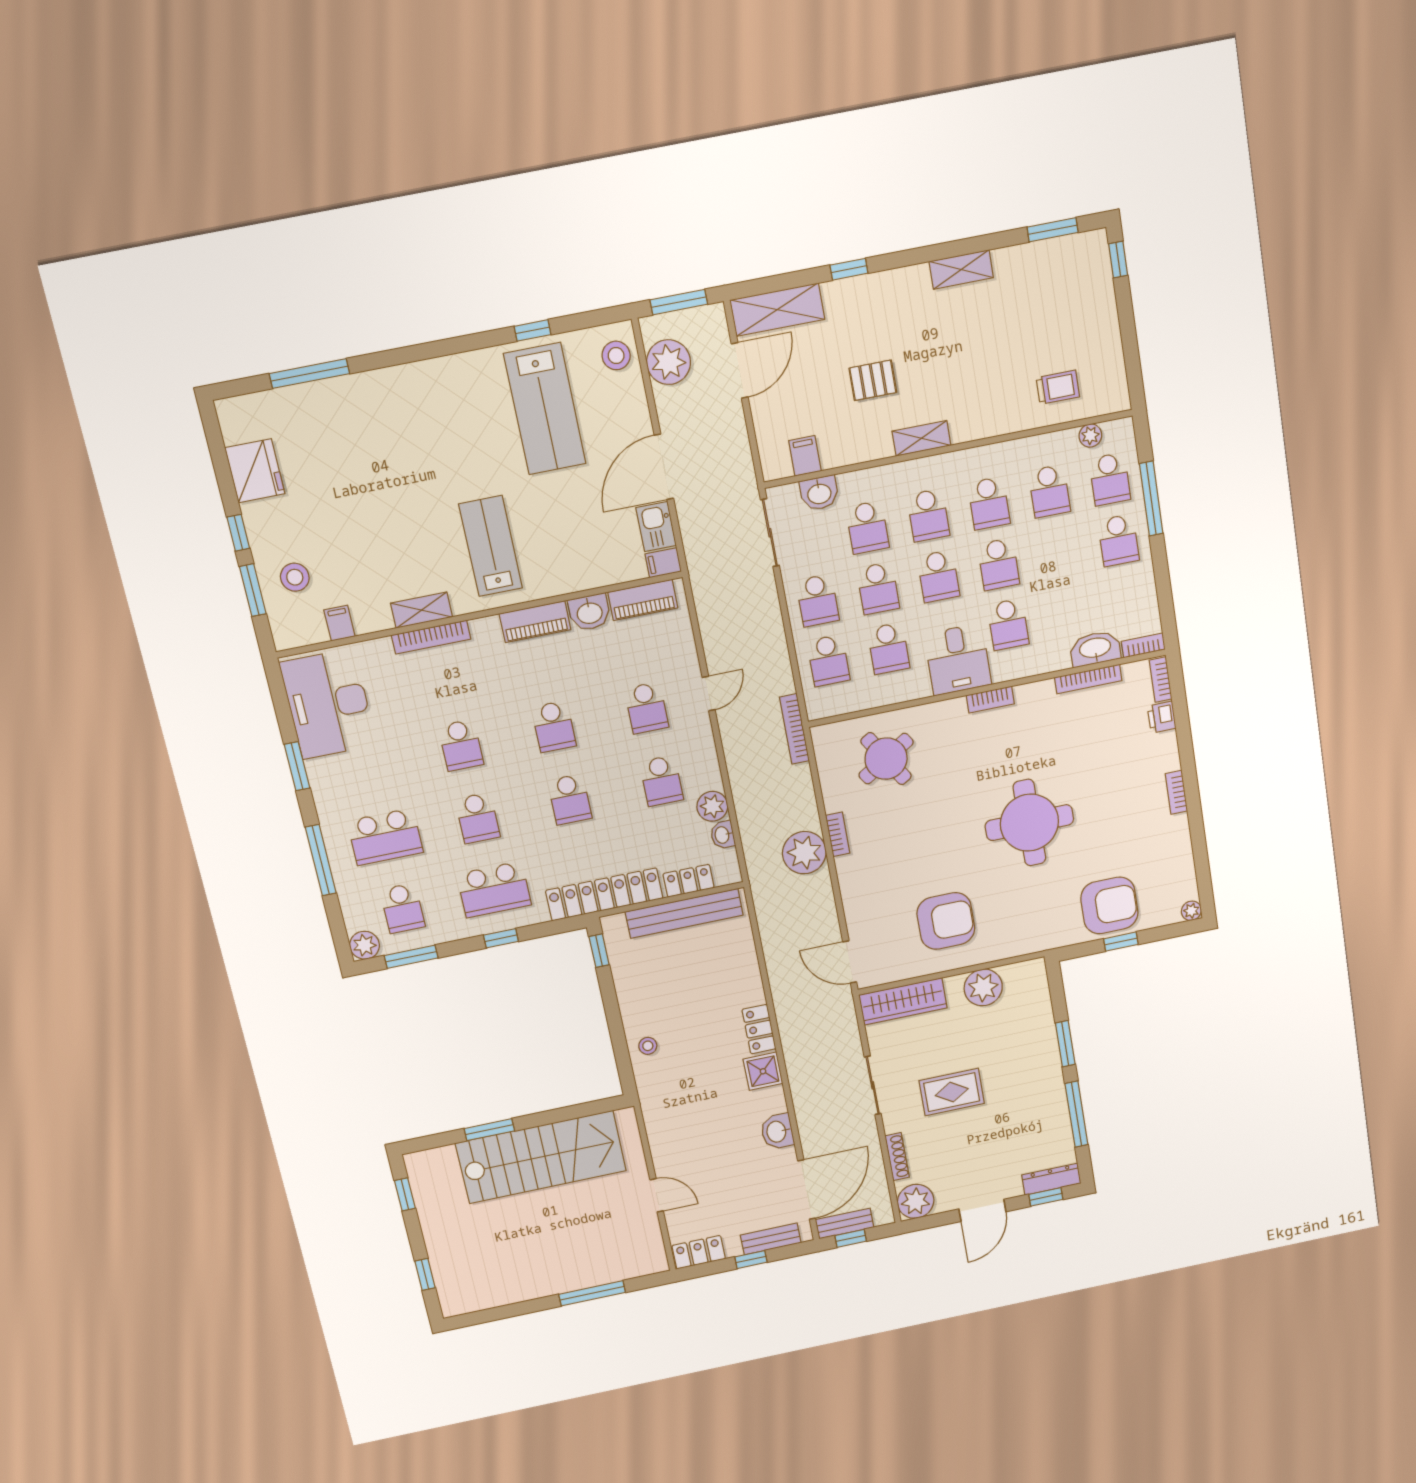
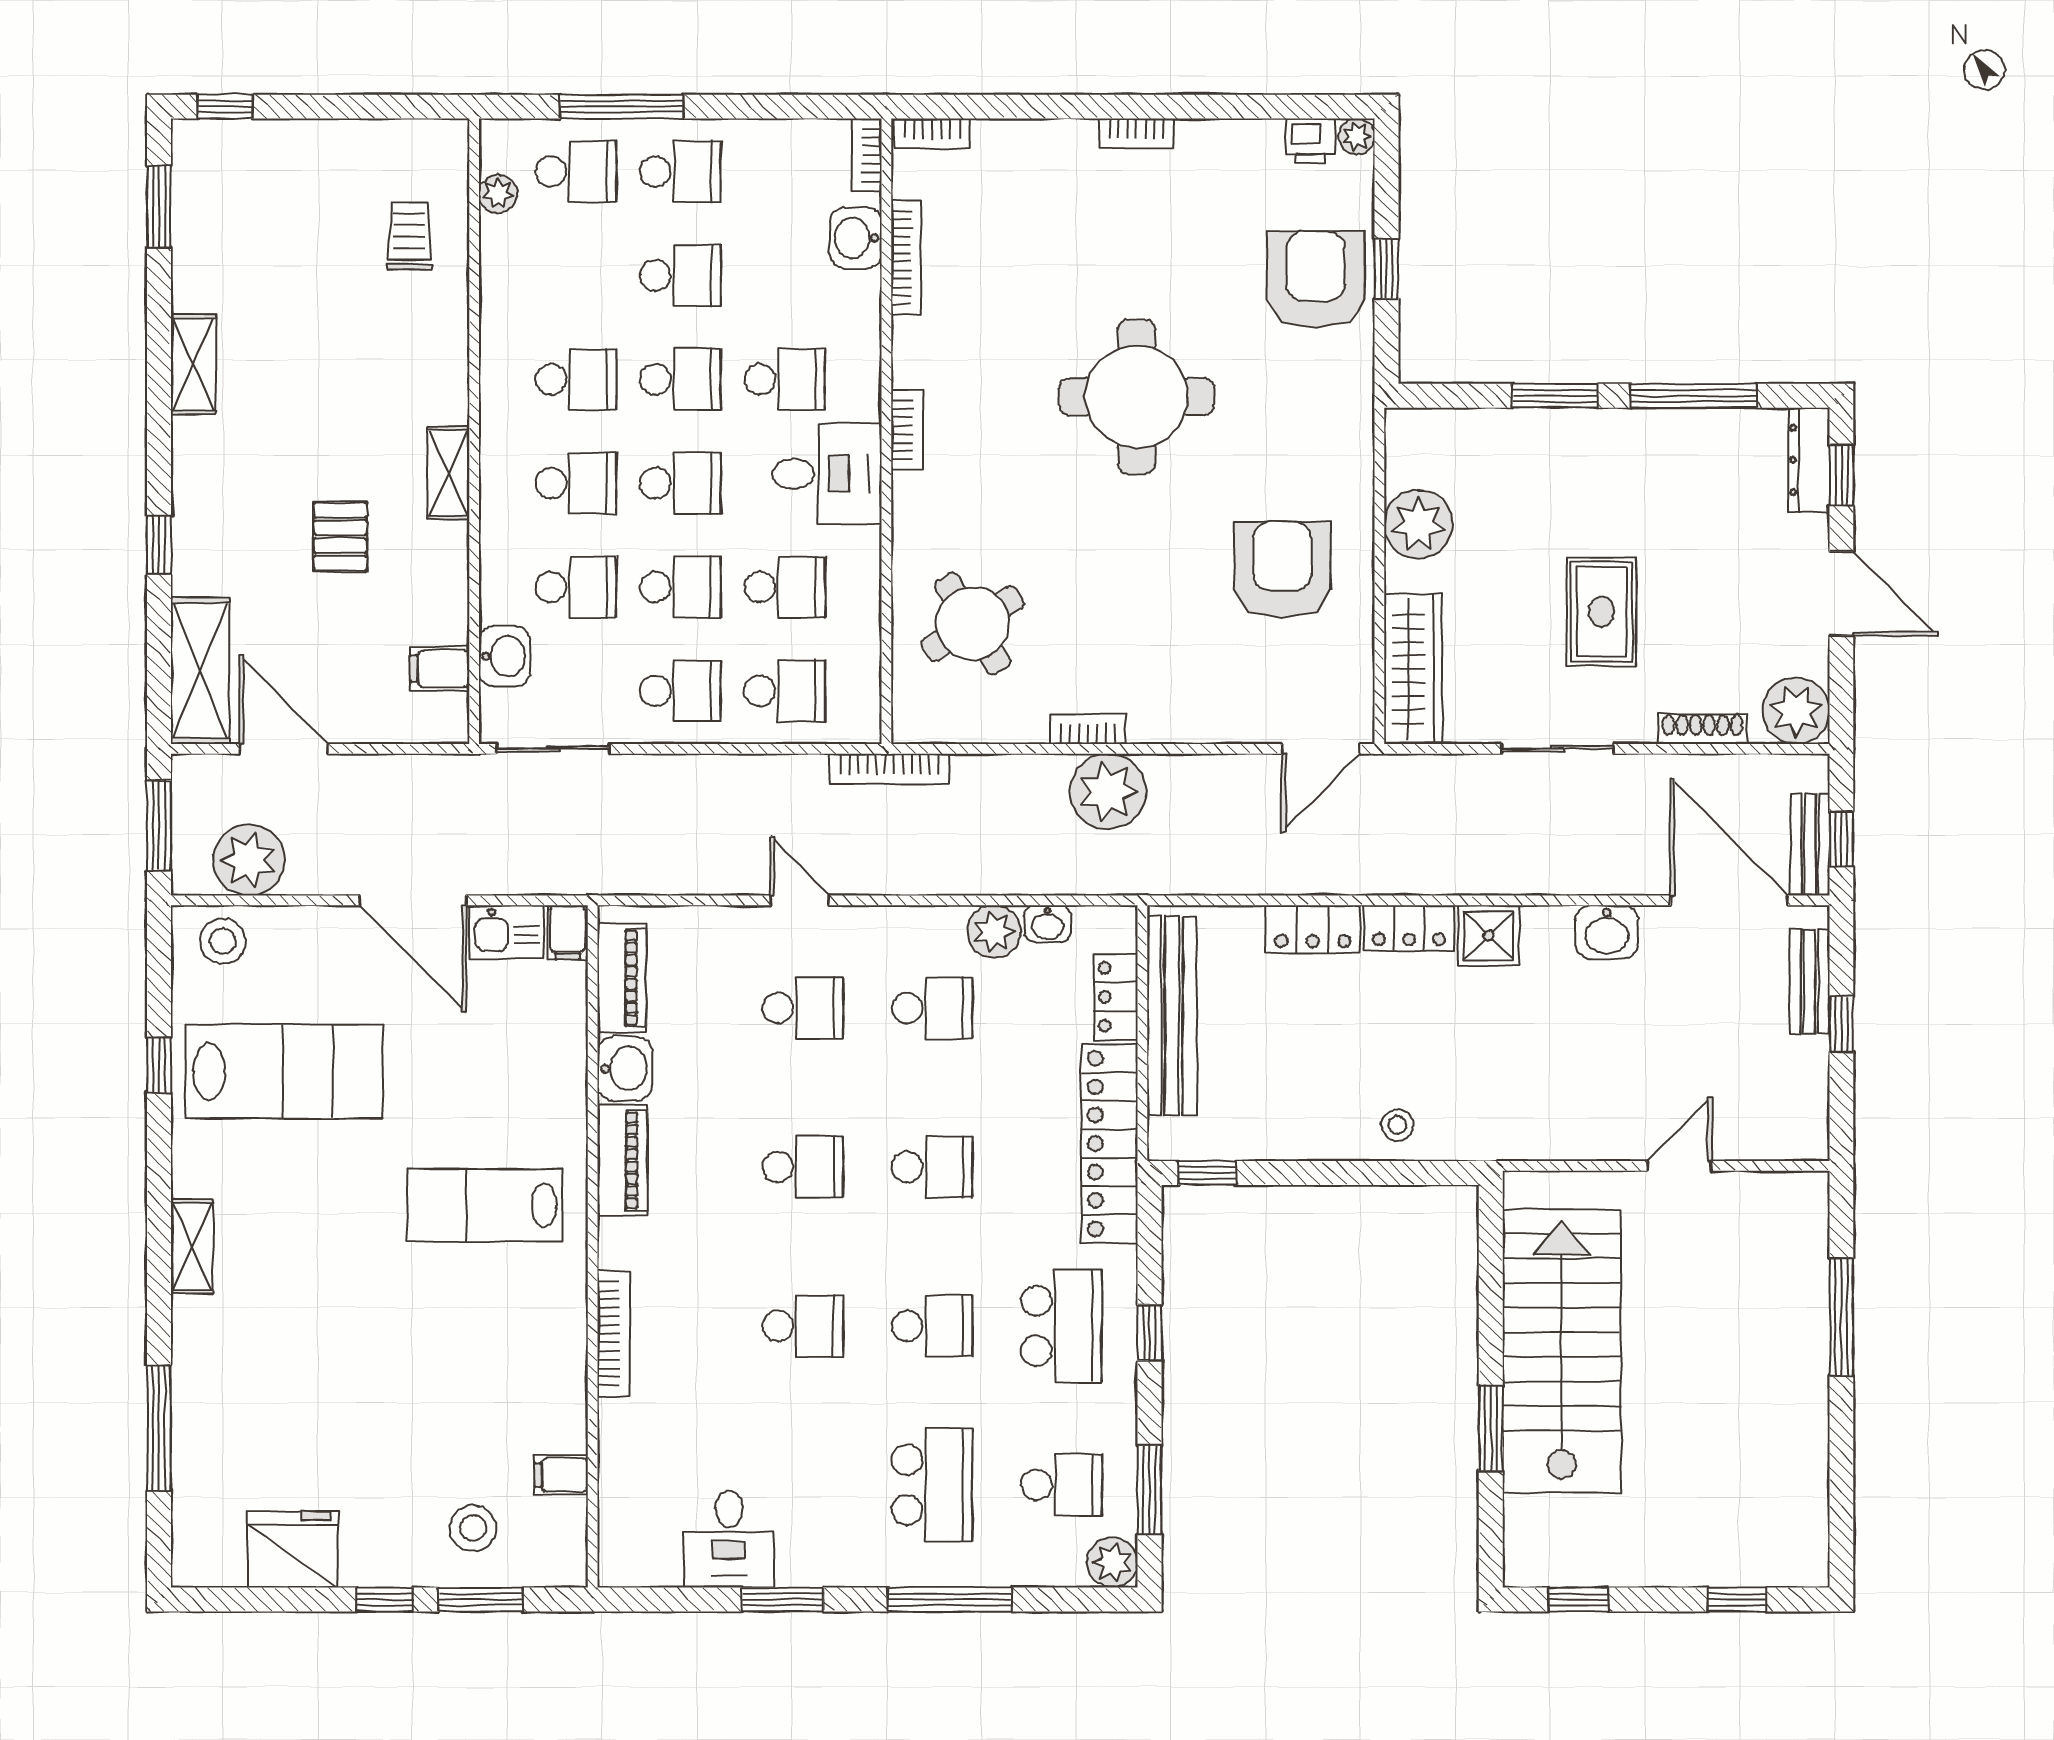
school desk: (1049, 491) -> (680, 275), moved
shelving: (422, 610) -> (192, 1246), moved
washbasin: (1095, 649) -> (856, 238), width x0.72
desk: (328, 704) -> (729, 1539), width x0.53, depth x0.77
printer: (1162, 717) -> (1310, 141), moved
locker: (699, 1252) -> (1313, 929), moved, turned -90

